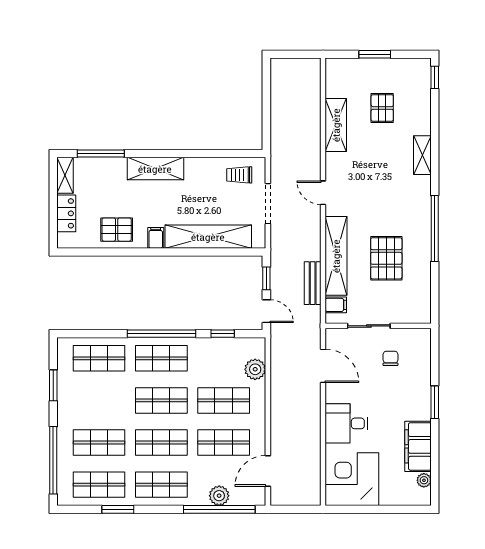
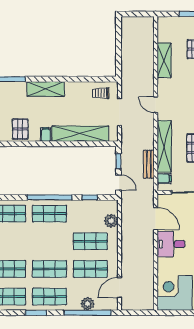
pallet: (117, 230) -> (20, 129), turned 90
shop shelf: (161, 400) -> (49, 241), removed
desk: (346, 423) -> (171, 244), moved
window: (118, 509) -> (36, 313), moved

